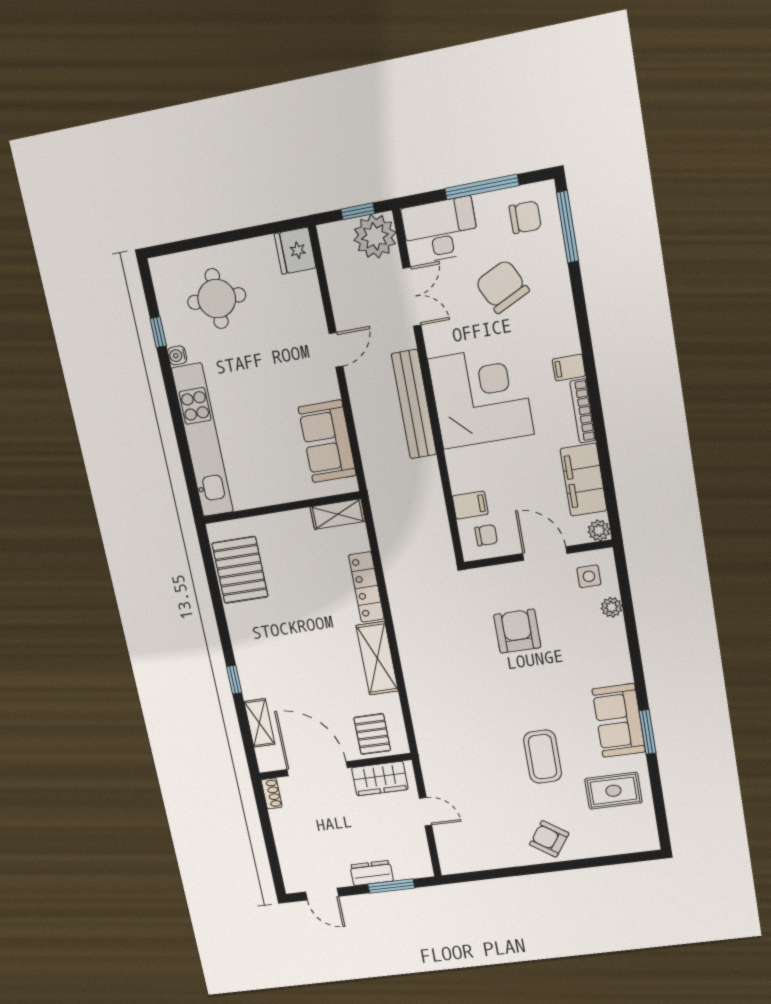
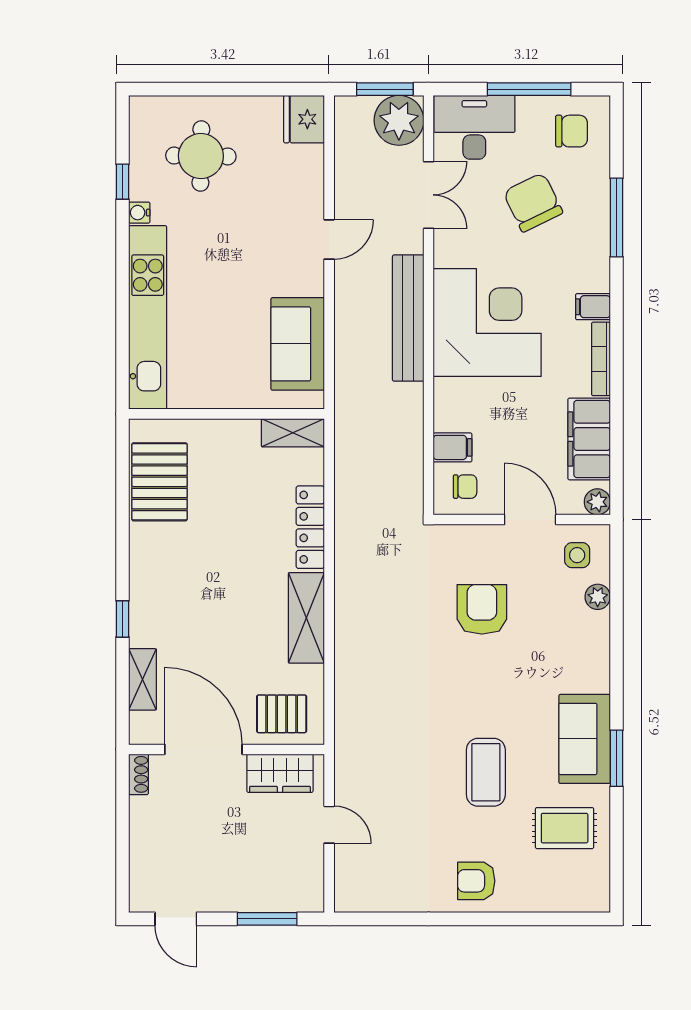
window: (358, 211) -> (385, 89), width x1.50
window: (568, 227) -> (617, 217), moved
pallet: (372, 734) -> (282, 714), turned 90
armchair: (549, 839) -> (476, 881), turned -35
dresser: (372, 873) -> (245, 898), removed

